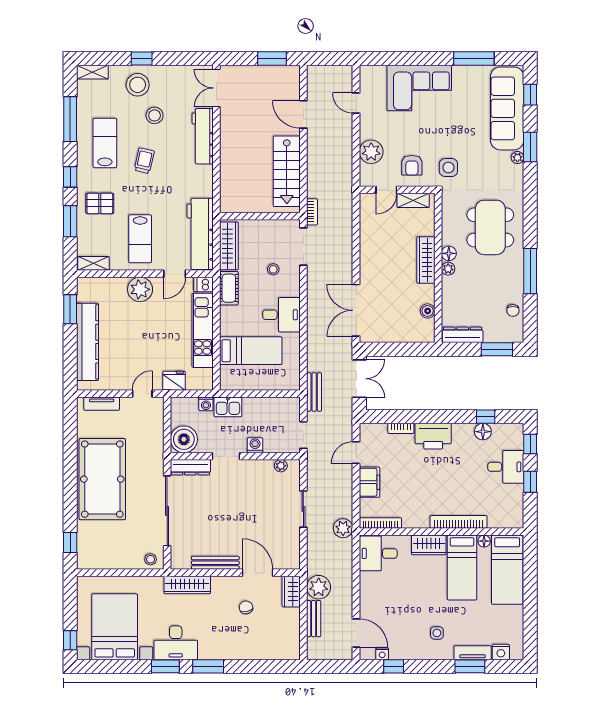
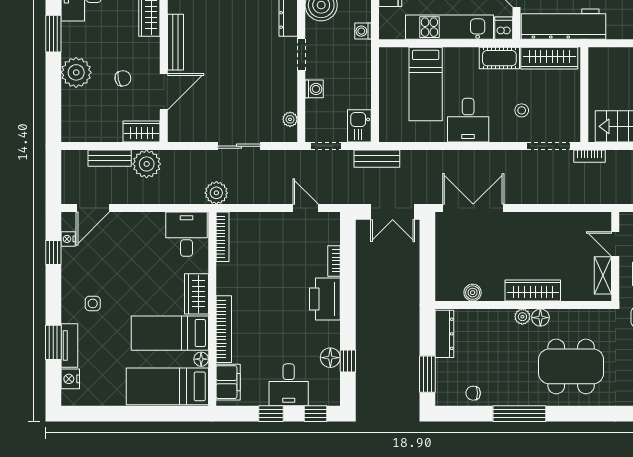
kitchen sink: (228, 407) -> (359, 126), moved
filing cabinet: (369, 482) -> (228, 382), moved, turned -90
plant: (241, 647) -> (76, 72), added

